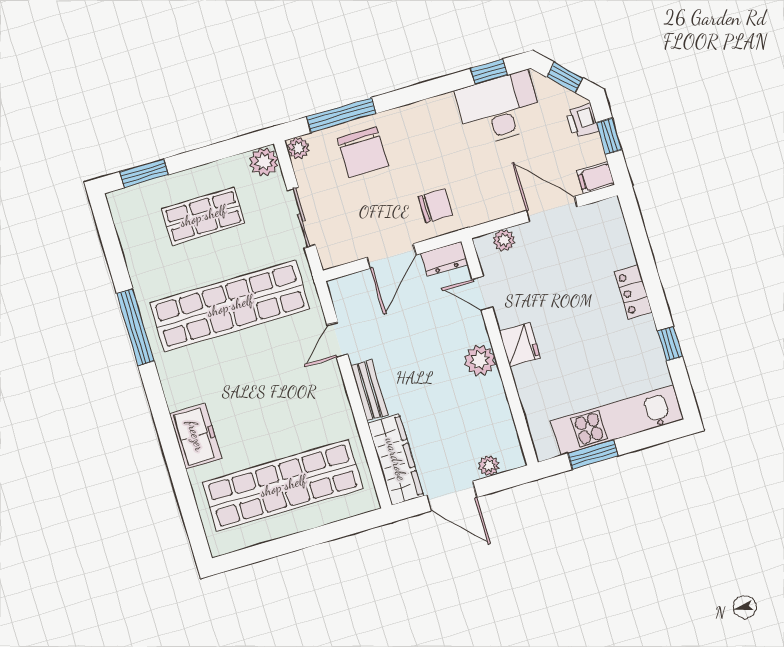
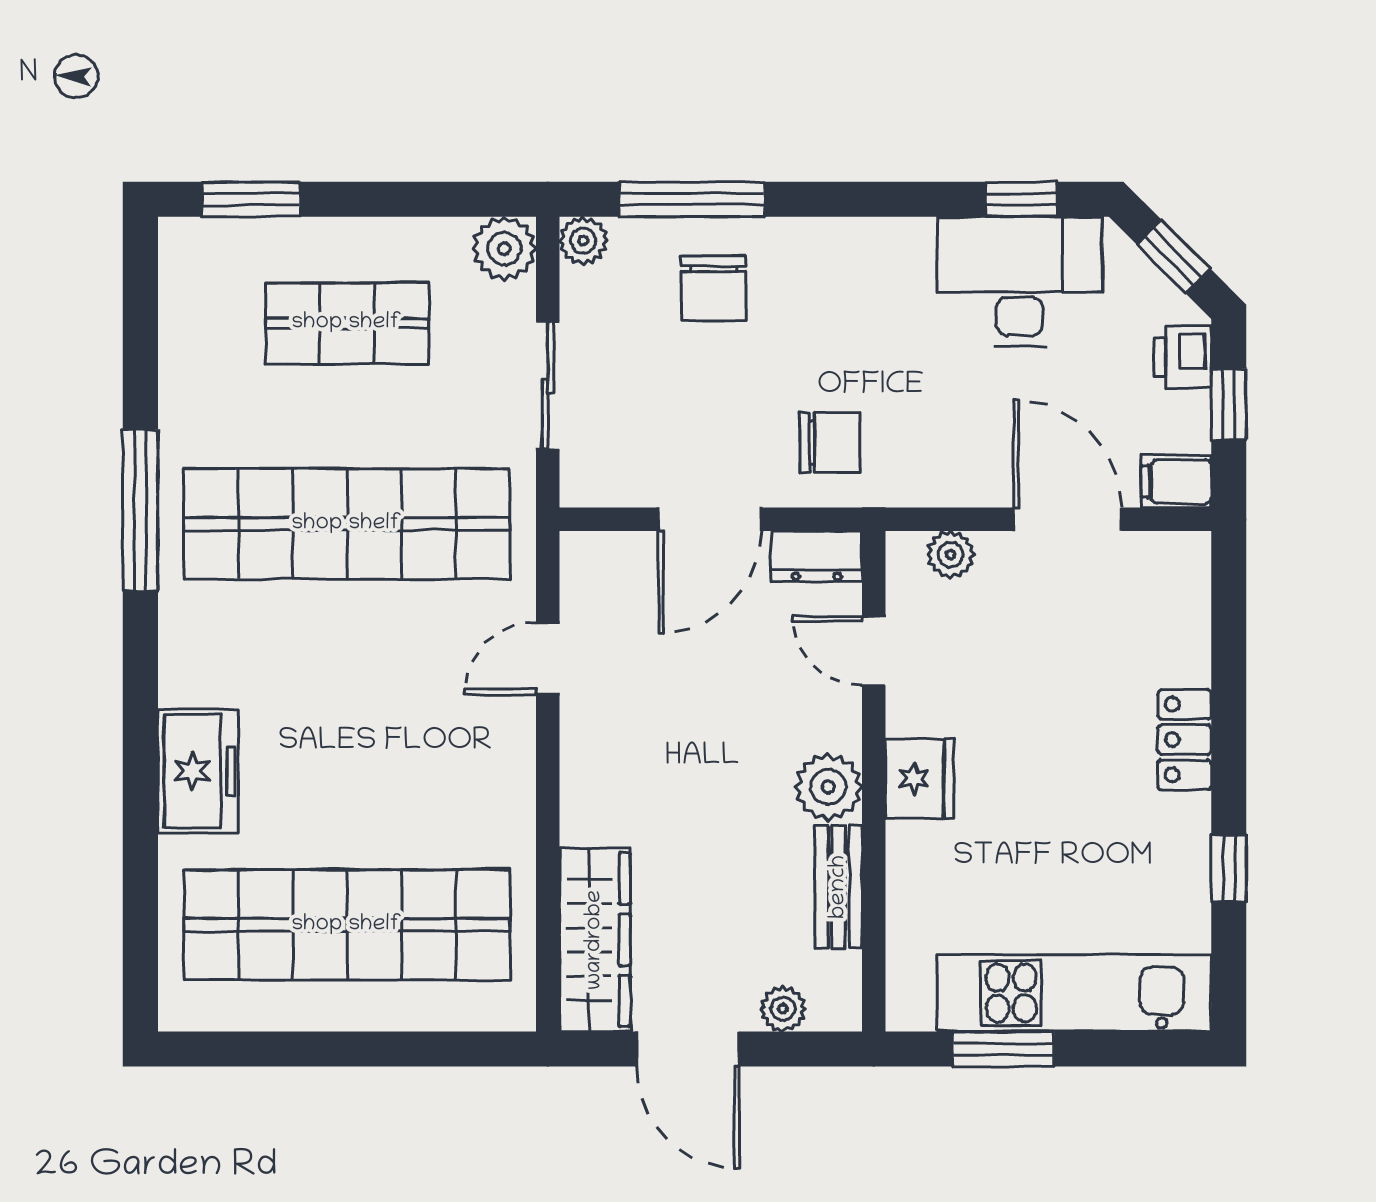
chair: (363, 152) -> (713, 288), width x0.73, depth x0.73
bench: (369, 390) -> (839, 887), moved

